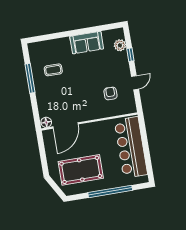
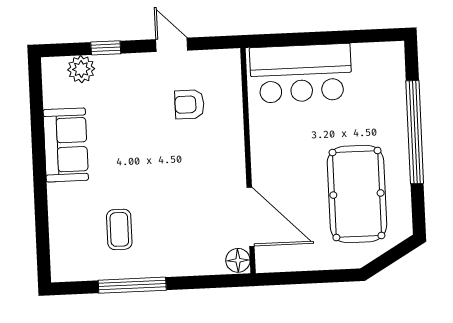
bar counter: (131, 147) -> (301, 73), width x0.73

